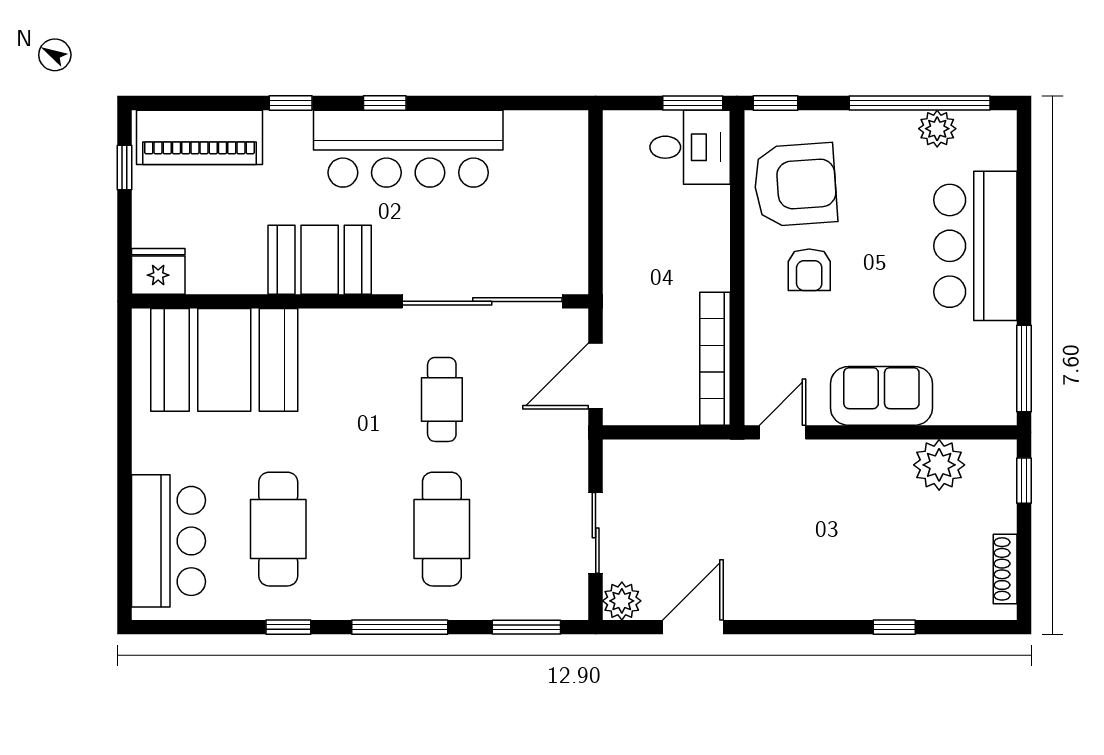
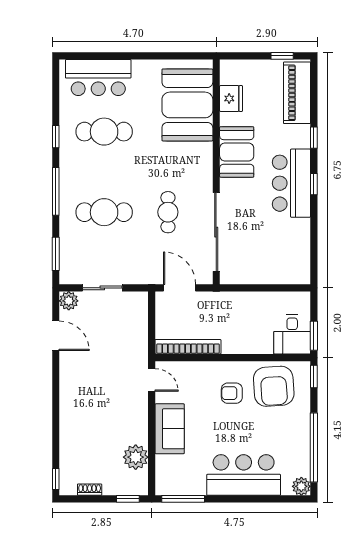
plant: (937, 129) -> (301, 486), moved
bar counter: (408, 149) -> (291, 183), width x0.73
fridge: (158, 271) -> (231, 98), moved
cafe table: (442, 399) -> (168, 212), turned 90
shoe rack: (1005, 569) -> (90, 490), width x0.70
window: (894, 627) -> (56, 479), moved

